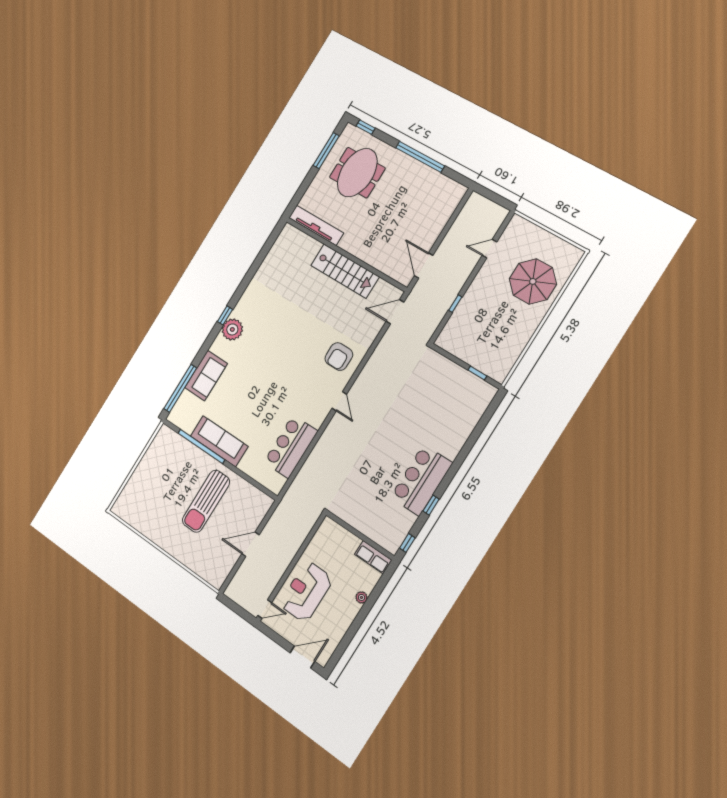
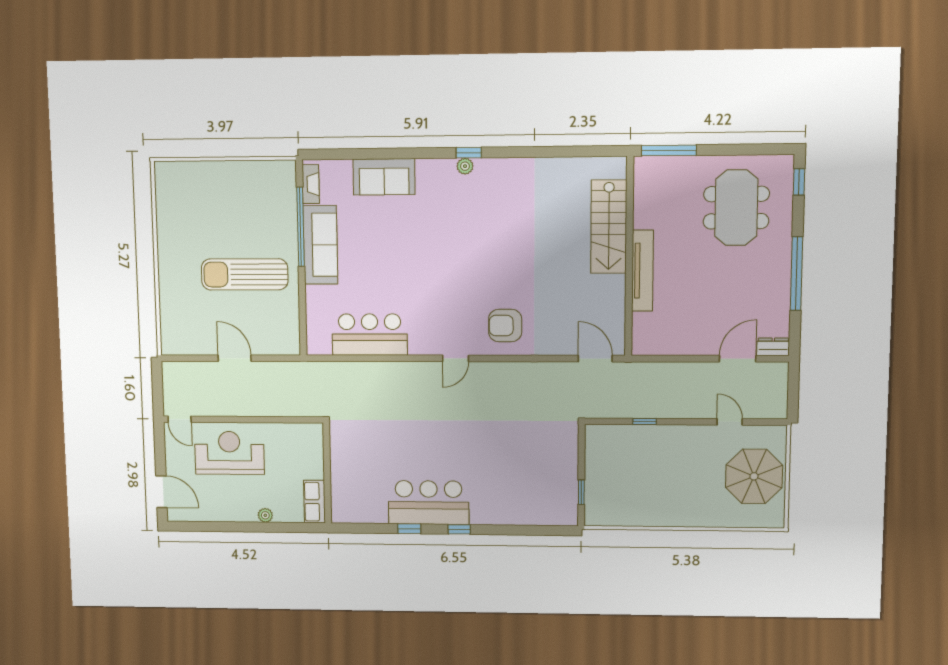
window: (326, 151) -> (669, 150), moved
meeting table: (357, 173) -> (736, 208), turned 90
dresser: (457, 195) -> (773, 347), added
tv unit: (316, 225) -> (642, 271), moved
door: (424, 266) -> (738, 359), moved
stairs: (345, 271) -> (609, 227), moved
parasol: (533, 281) -> (754, 476), moved
plant: (232, 329) -> (465, 166), width x0.53, depth x0.53
window: (180, 388) -> (349, 154), removed
fireplace: (182, 423) -> (311, 184), added
window: (407, 543) -> (459, 529), moved

